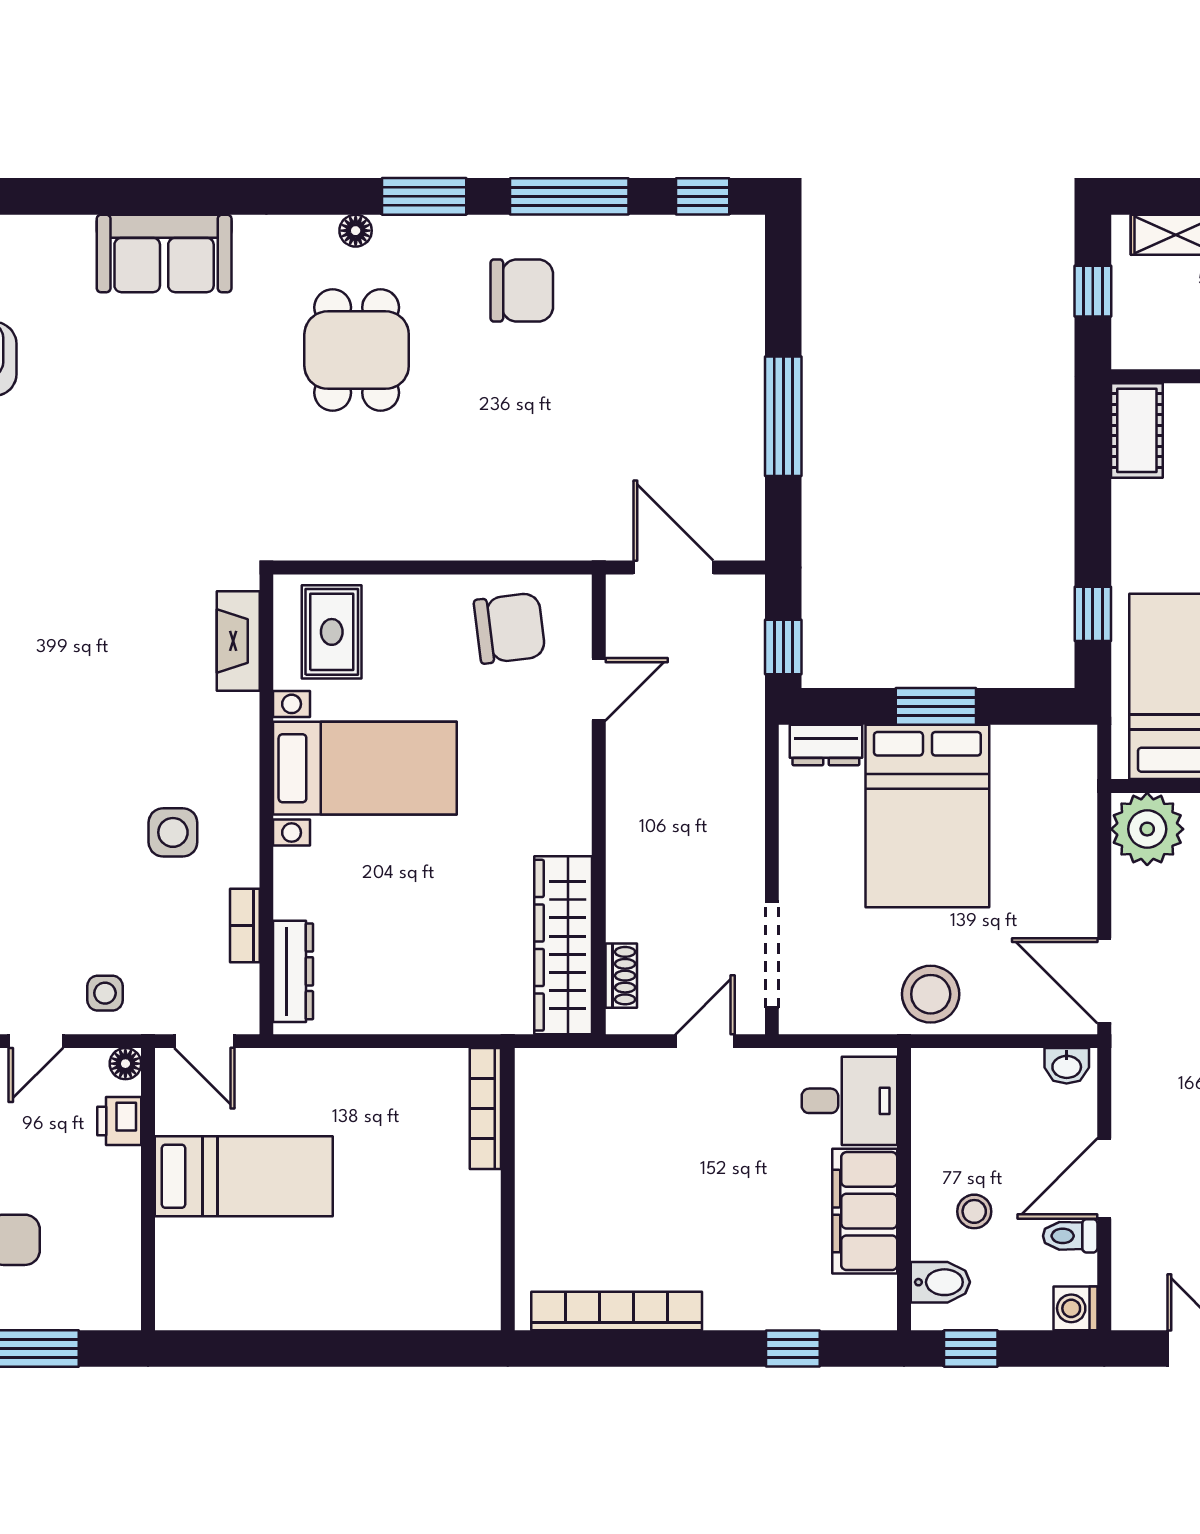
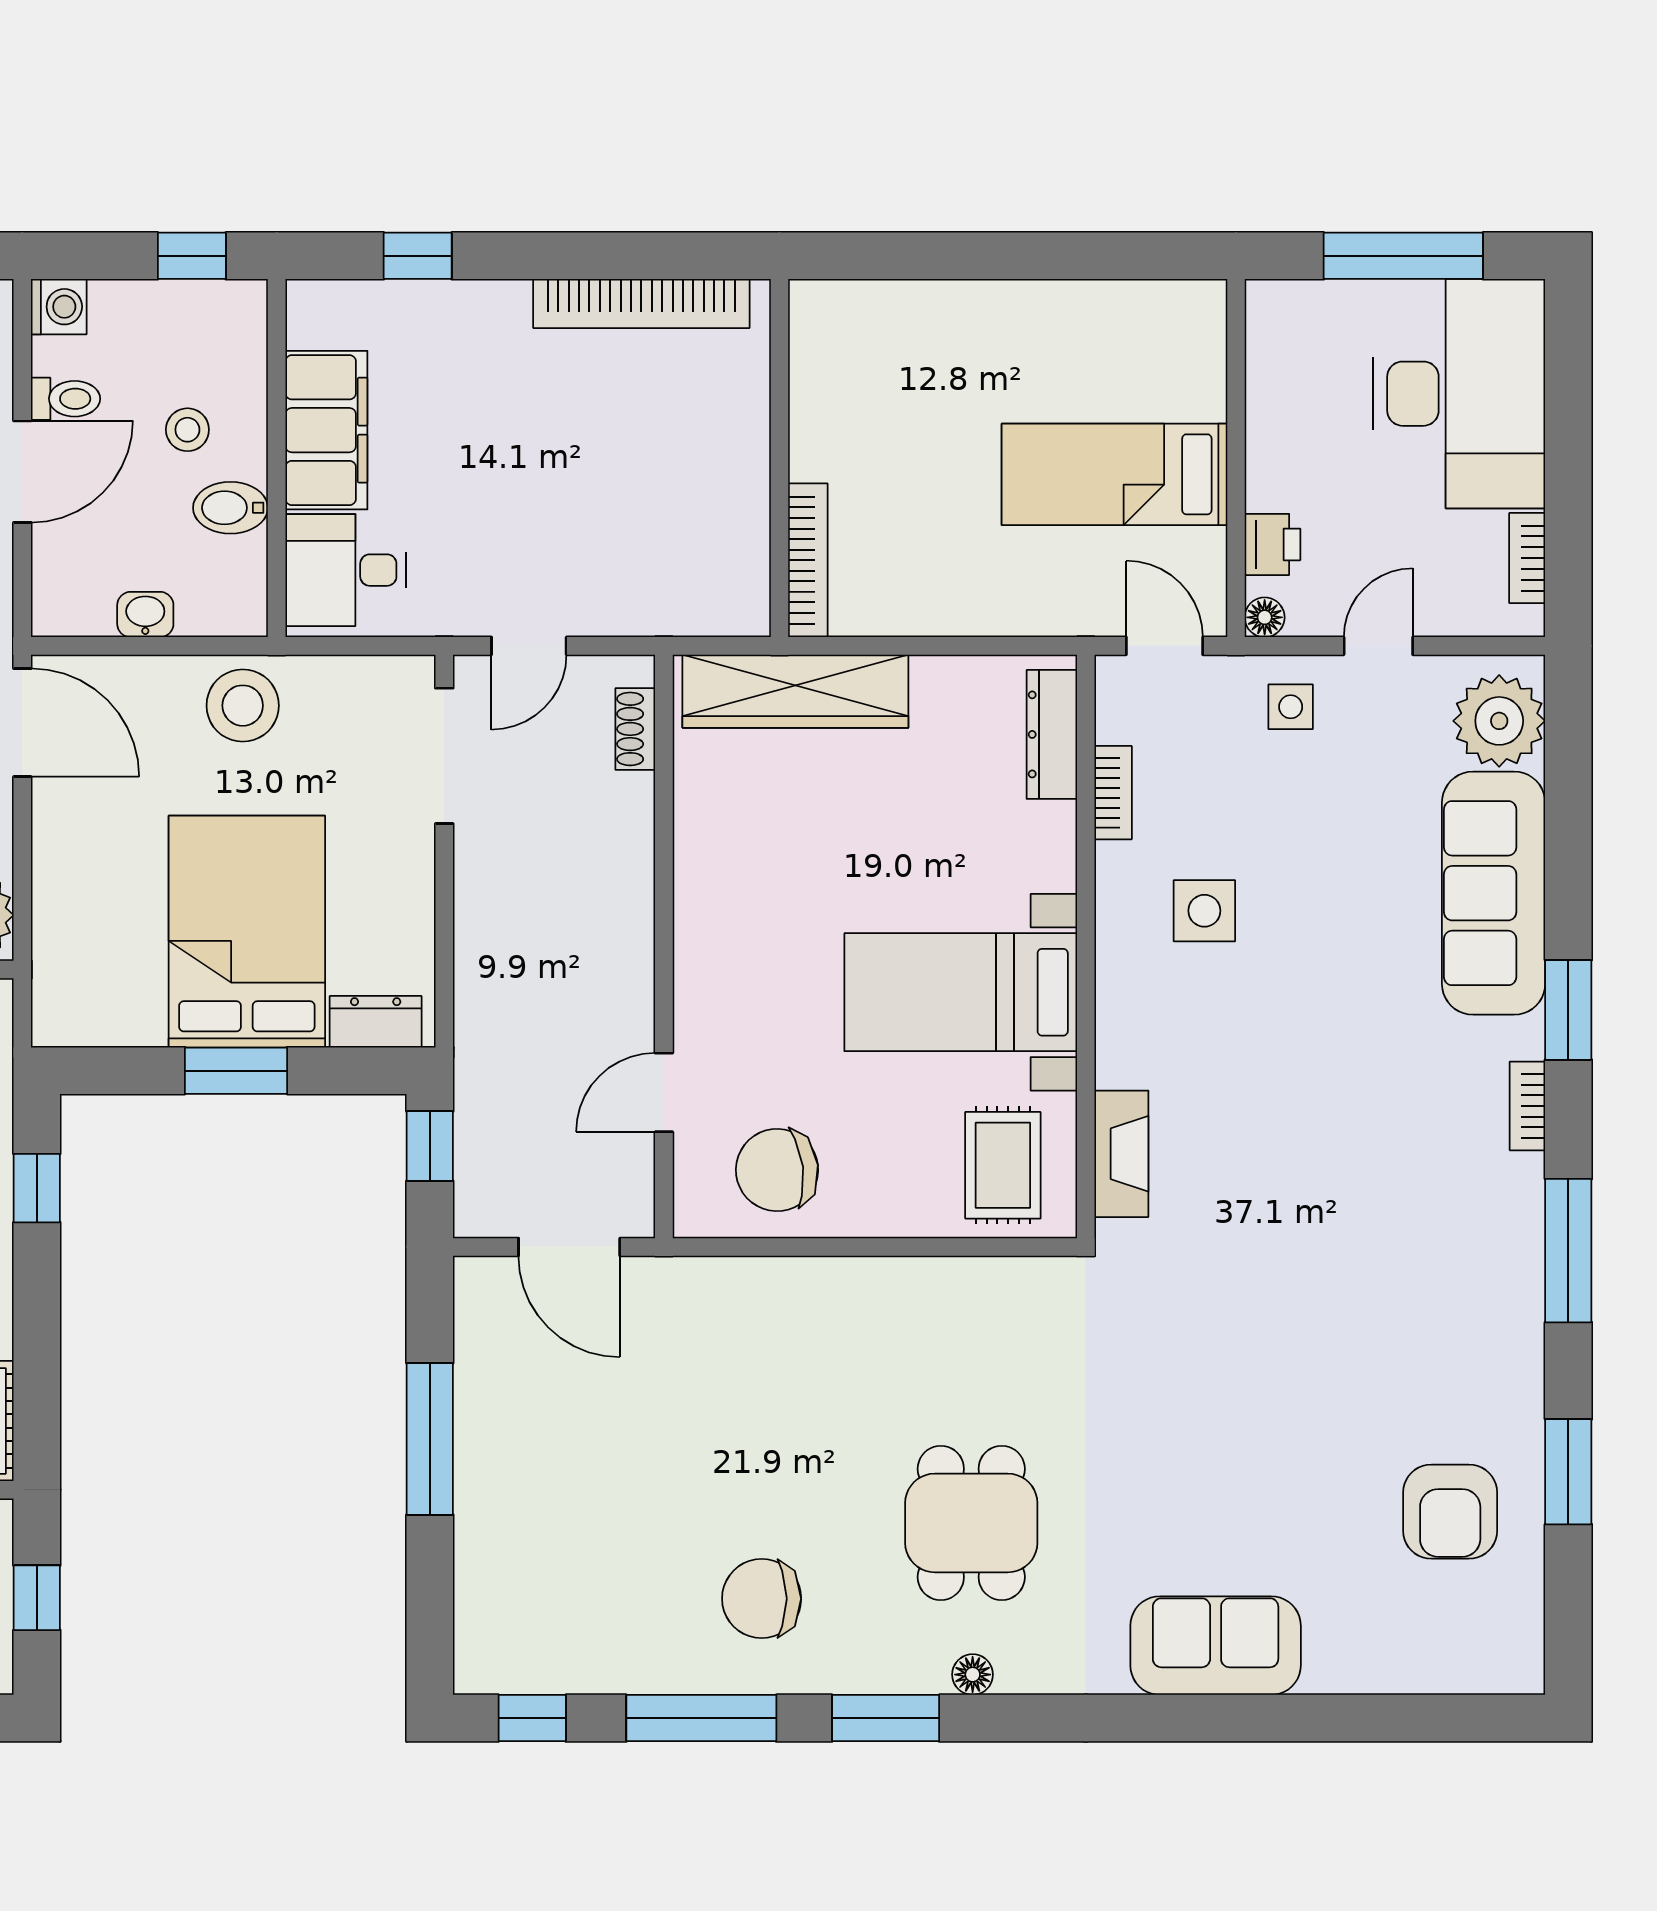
wardrobe: (563, 945) -> (795, 691), moved, turned 90
washbasin: (1067, 1066) -> (145, 615), moved
bidet: (940, 1282) -> (230, 508), moved

